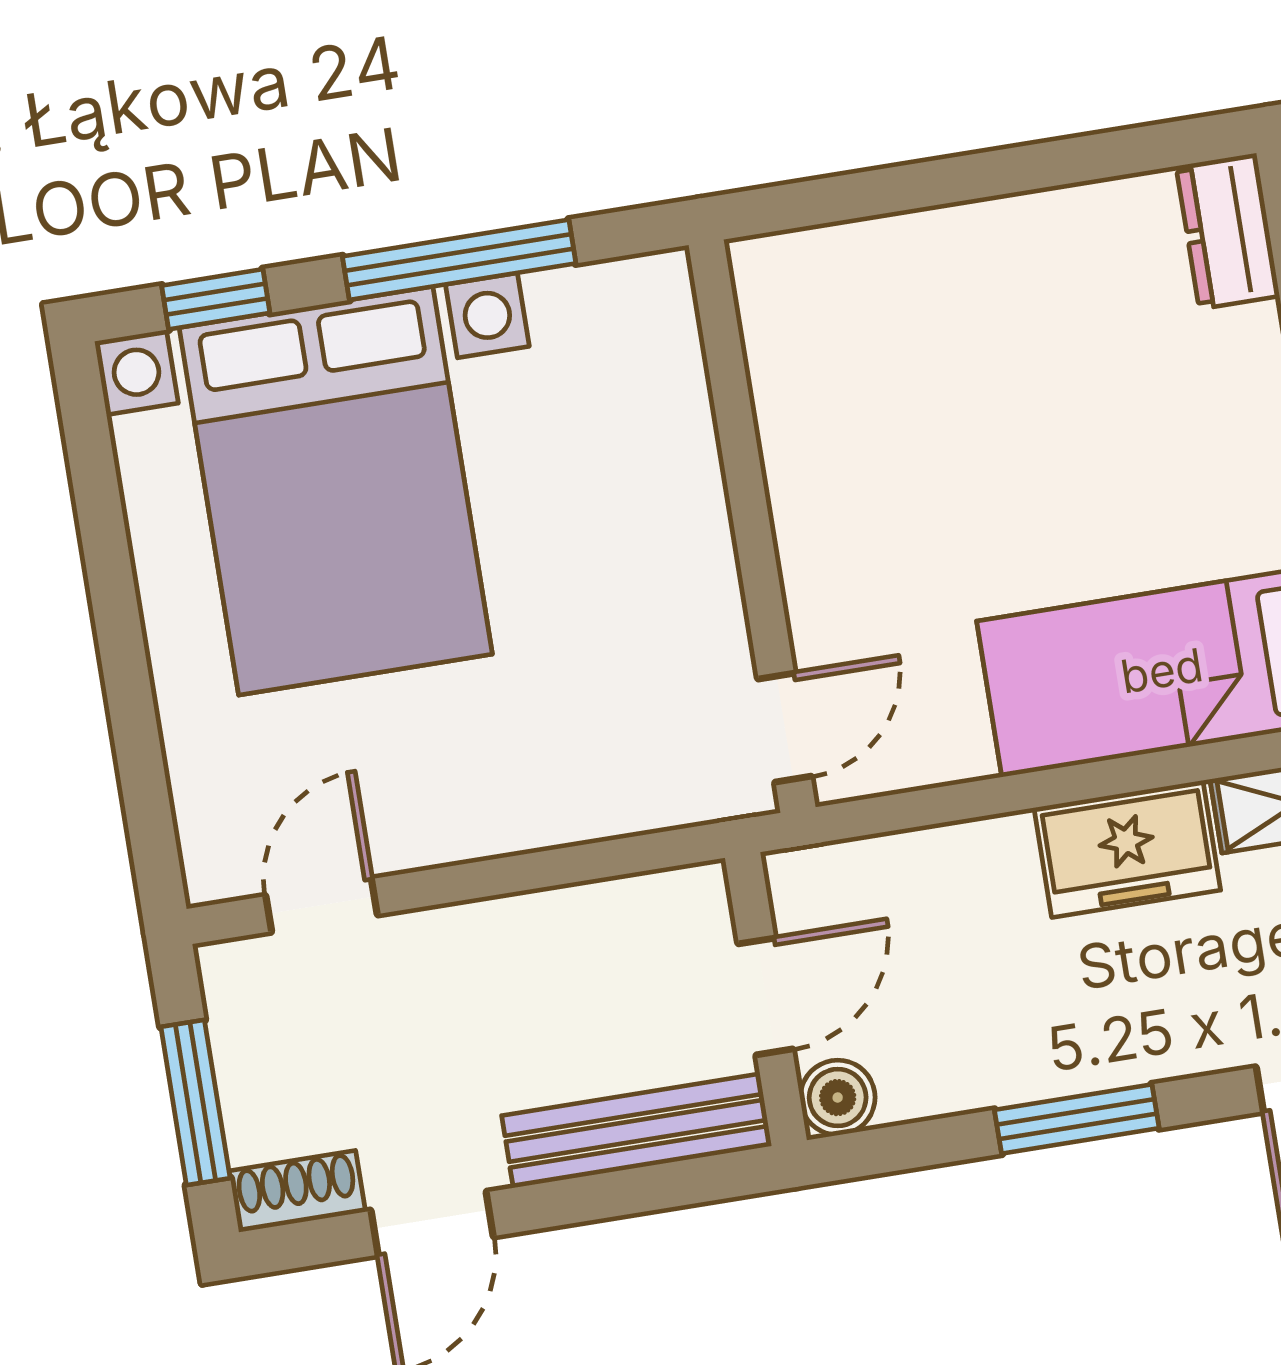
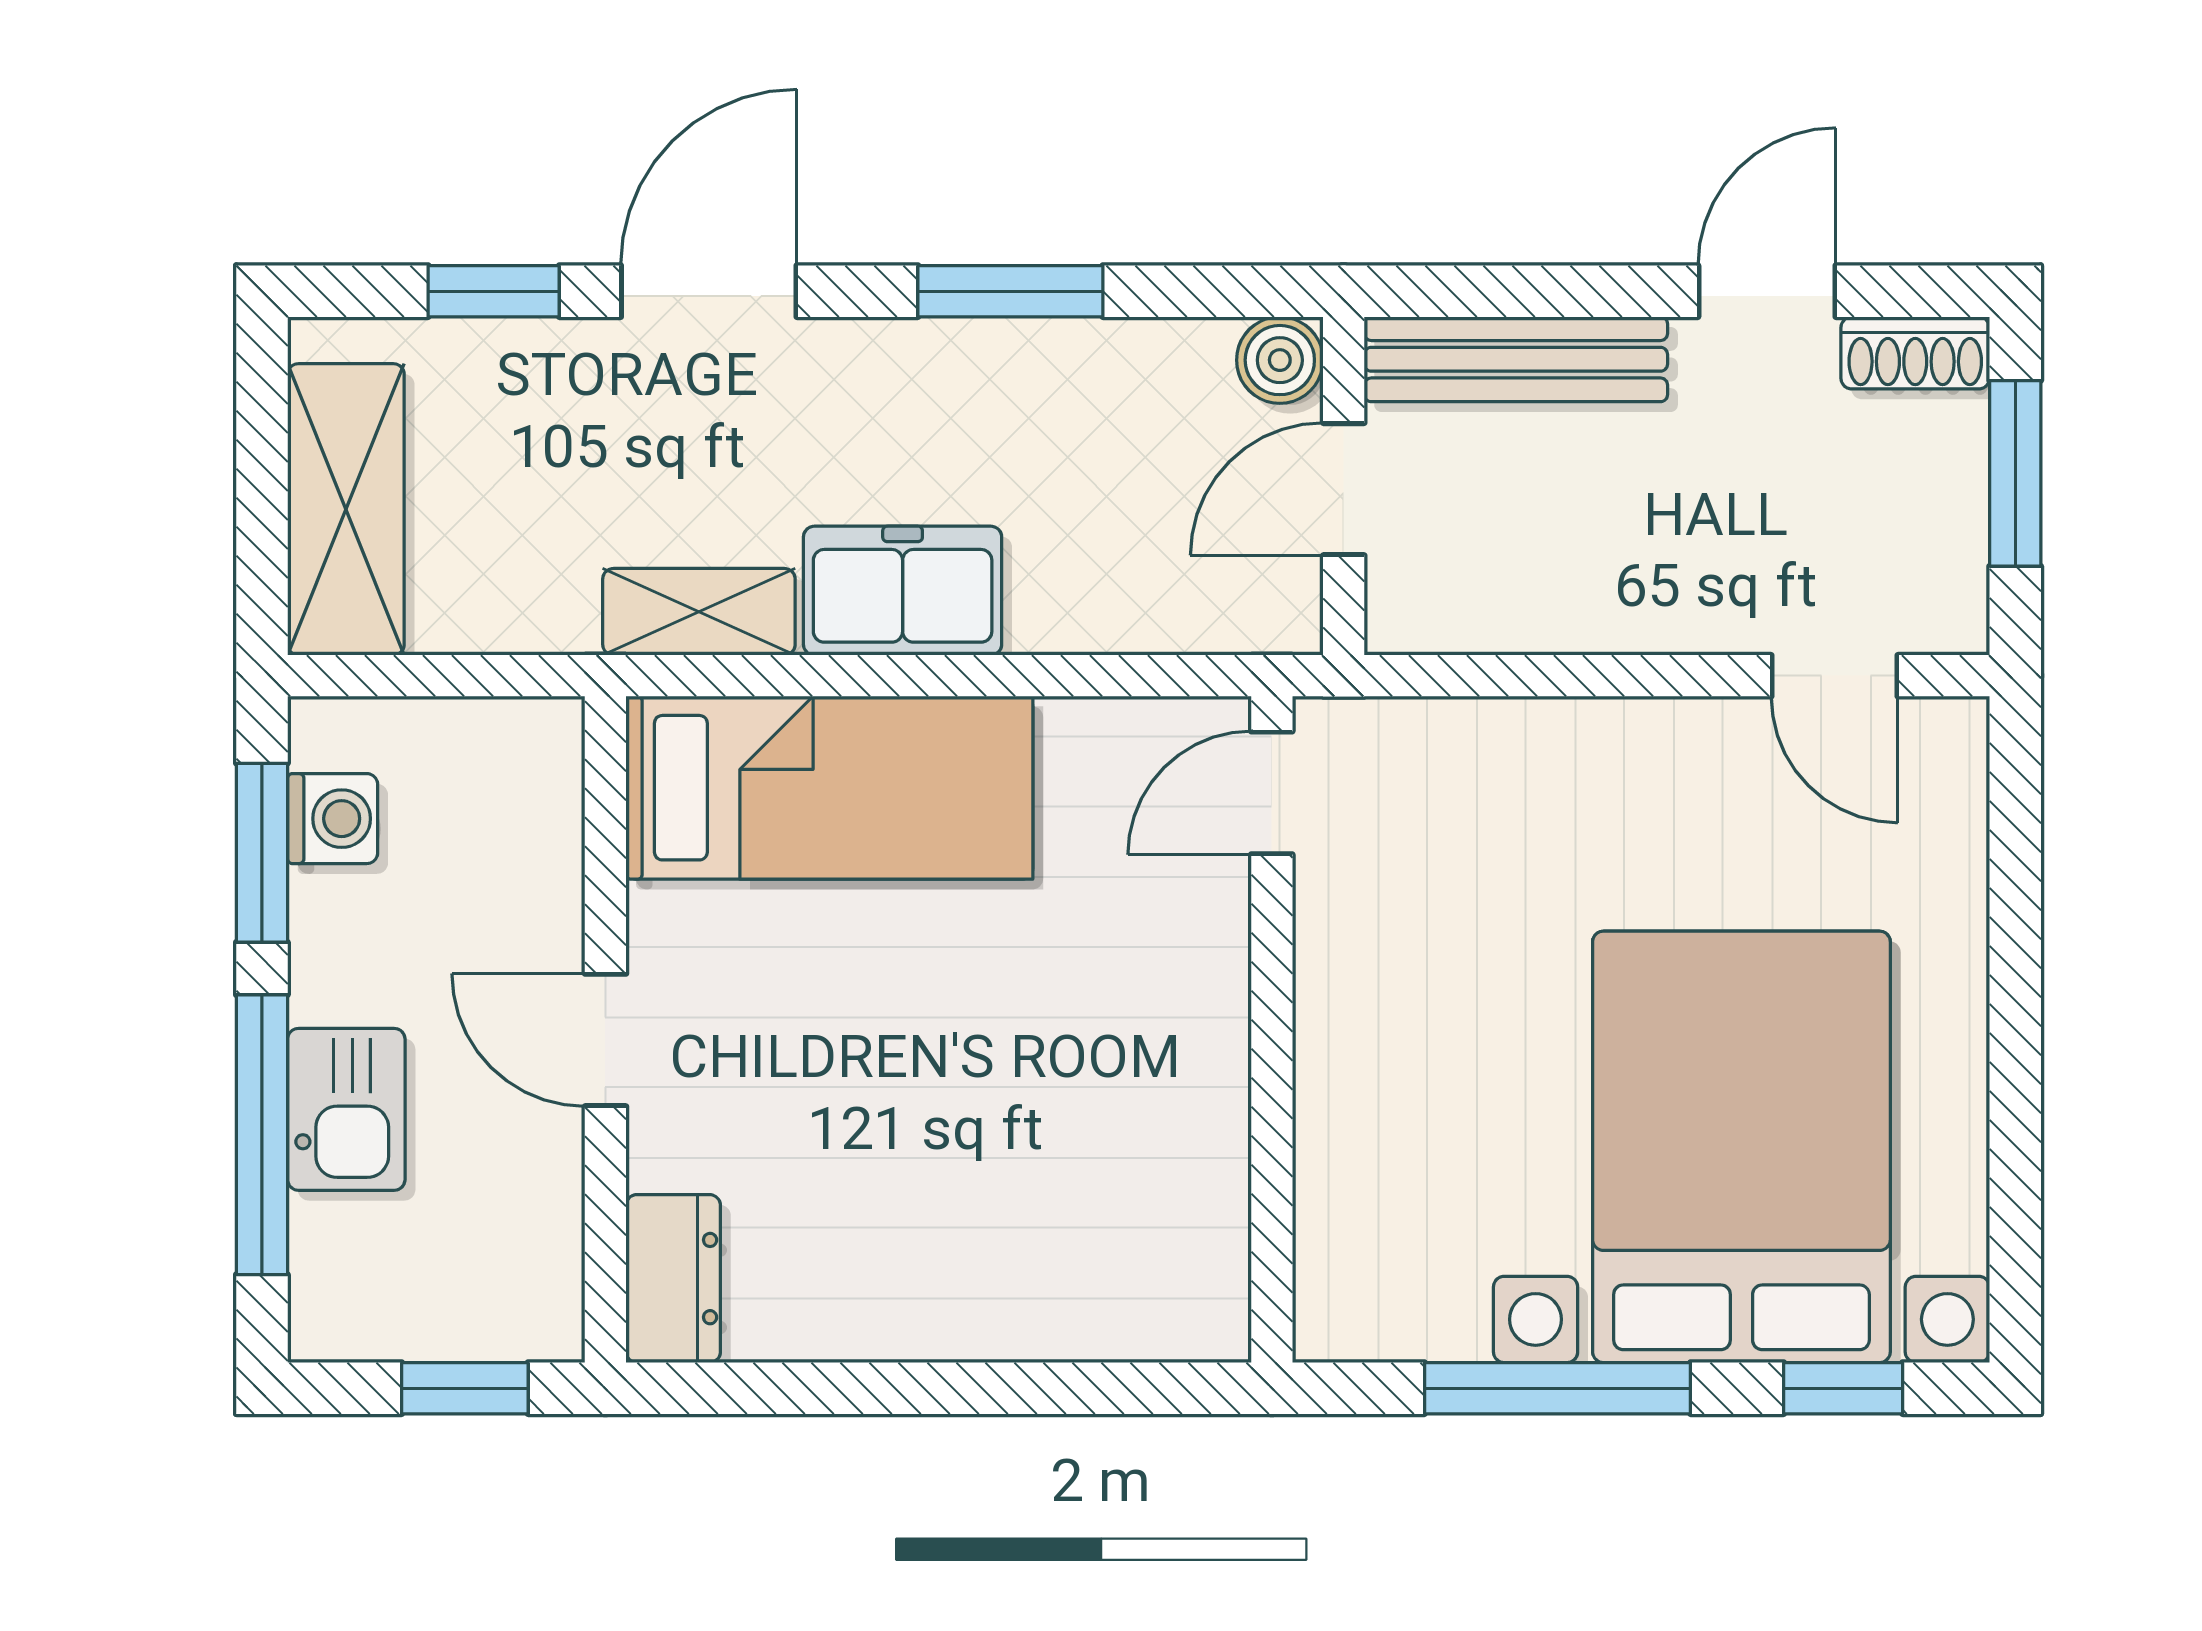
door: (321, 905) -> (1835, 676), hinge flipped

